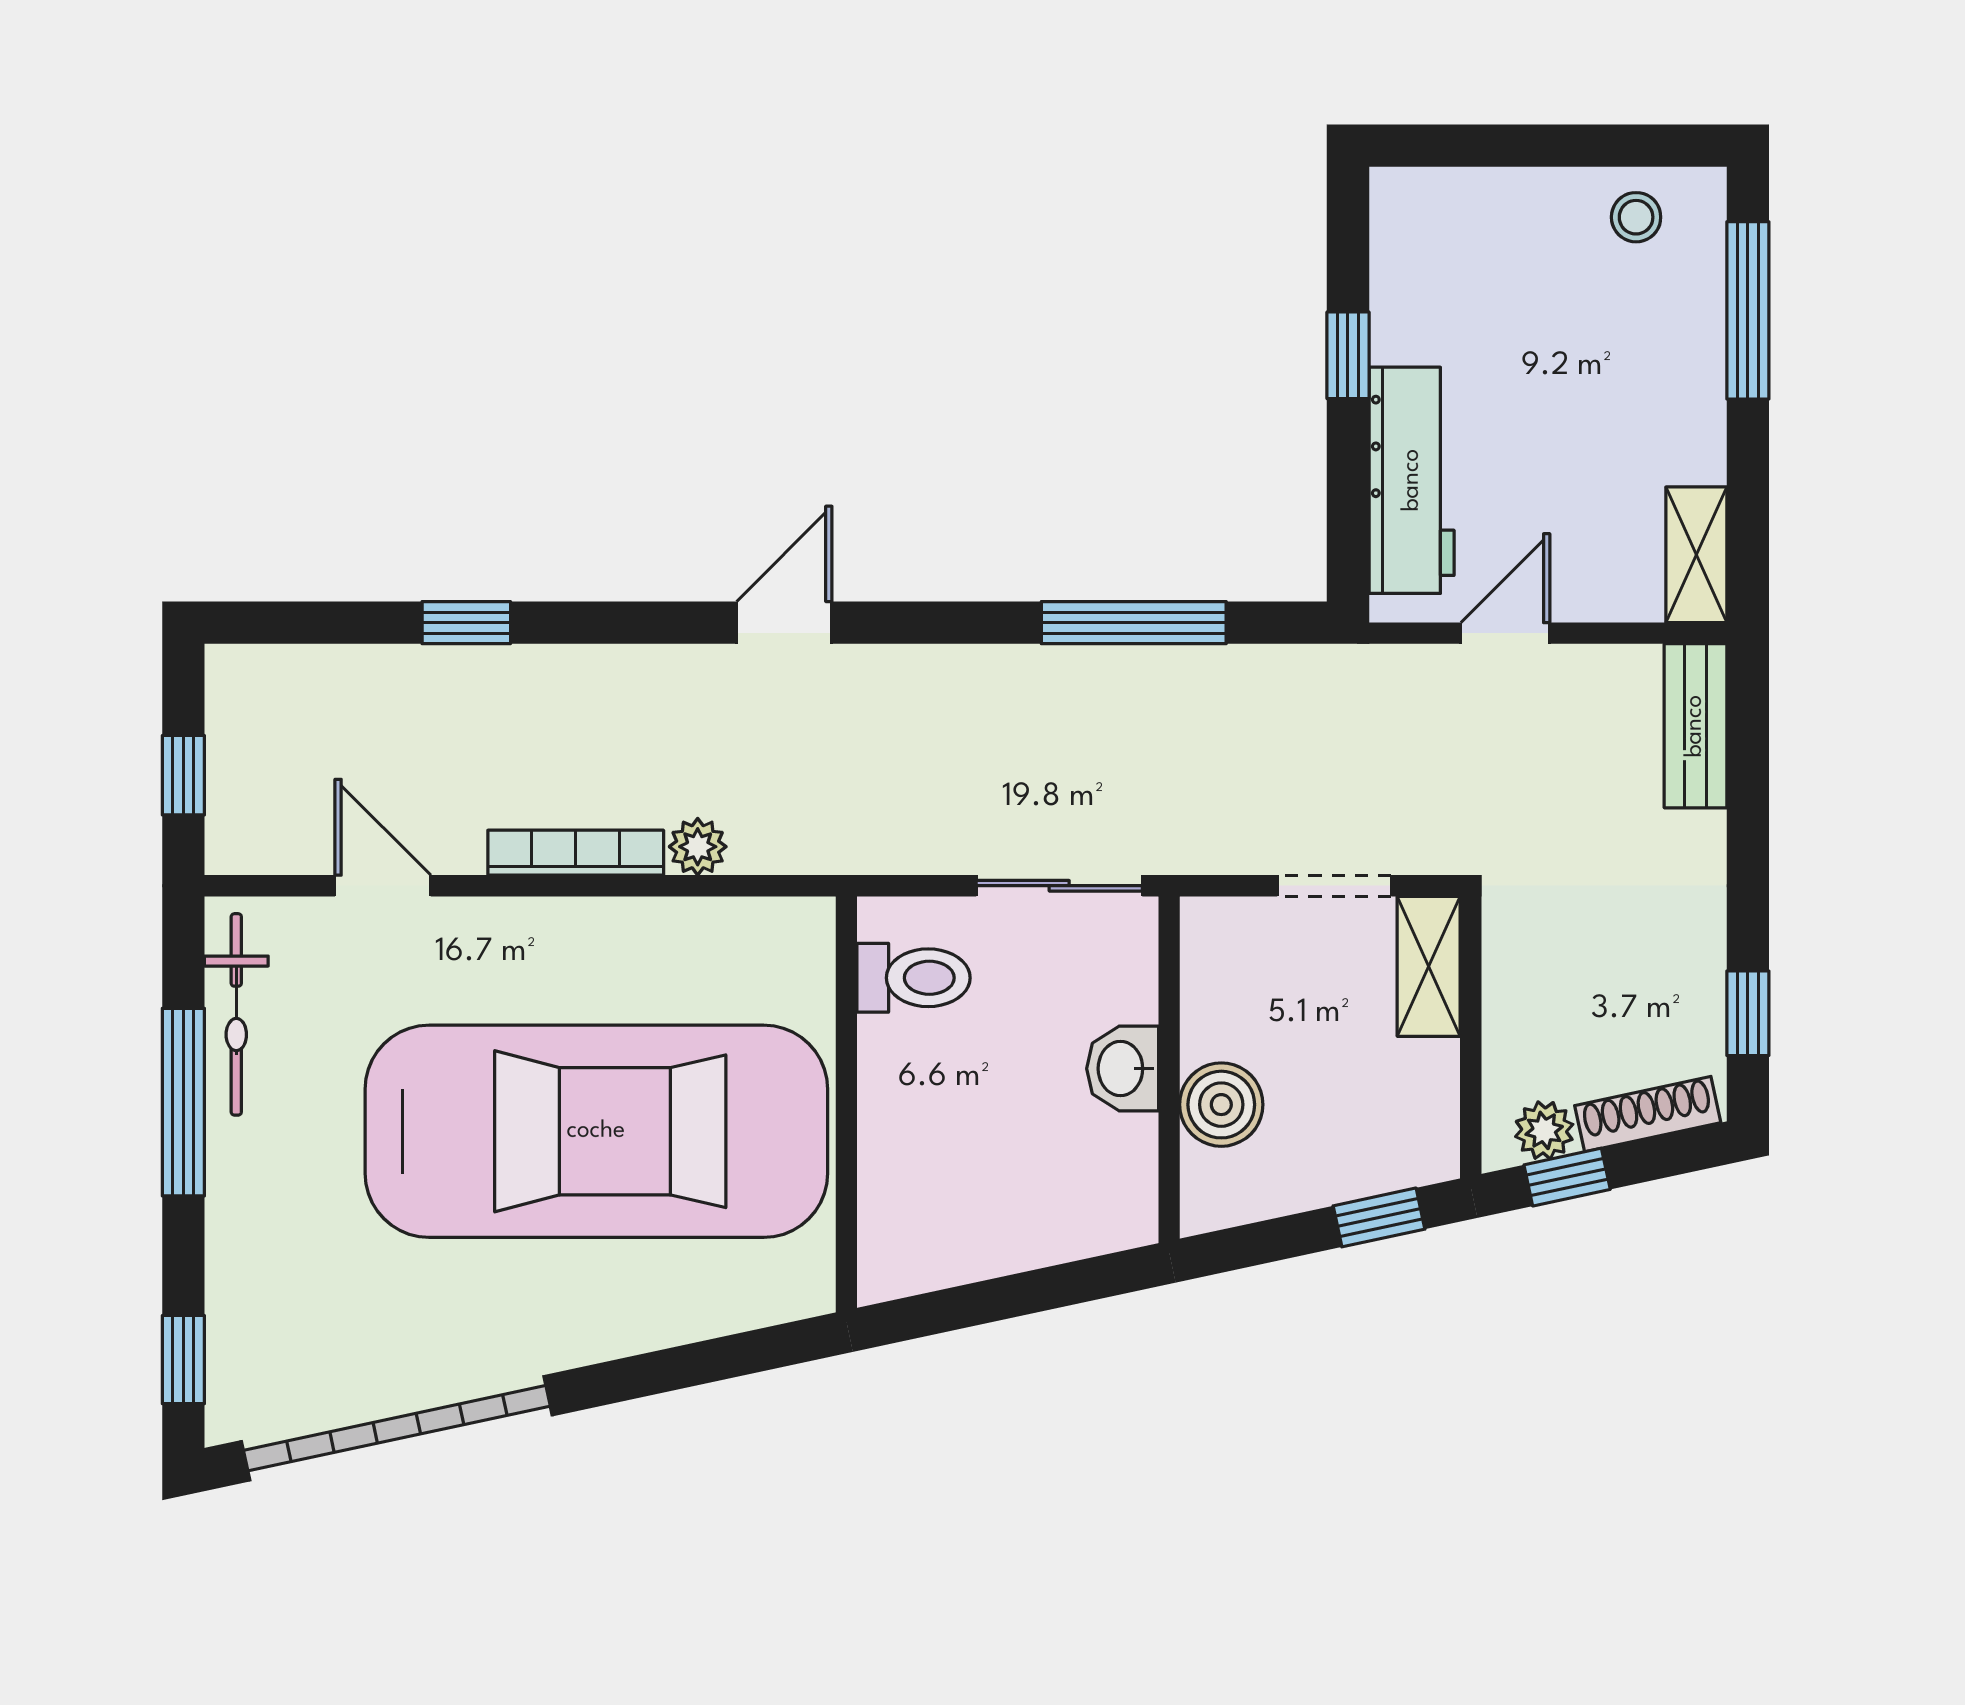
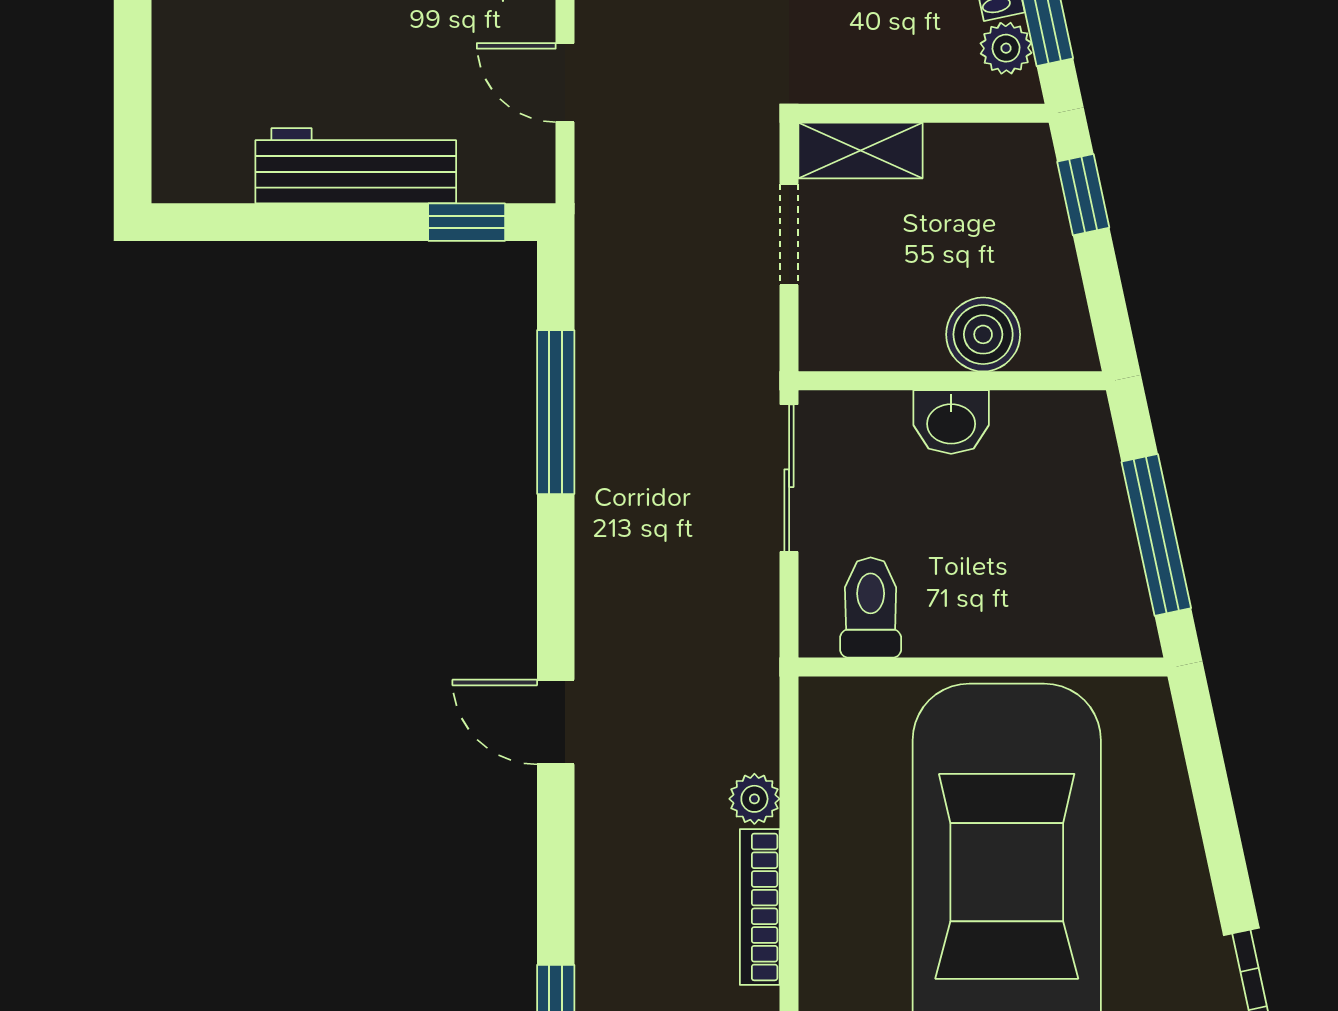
window: (1348, 355) -> (467, 222), moved
workbench: (1412, 480) -> (356, 166), moved
window: (995, 1300) -> (1156, 535), added

